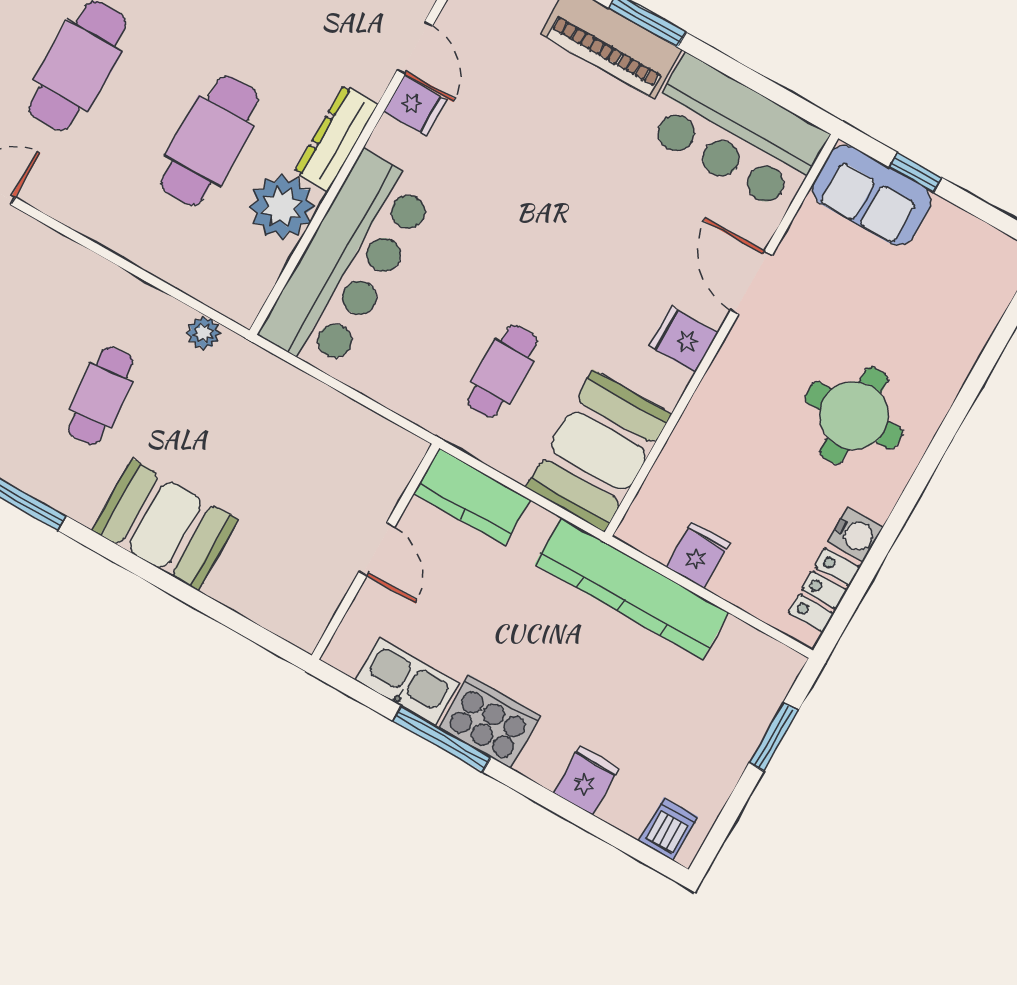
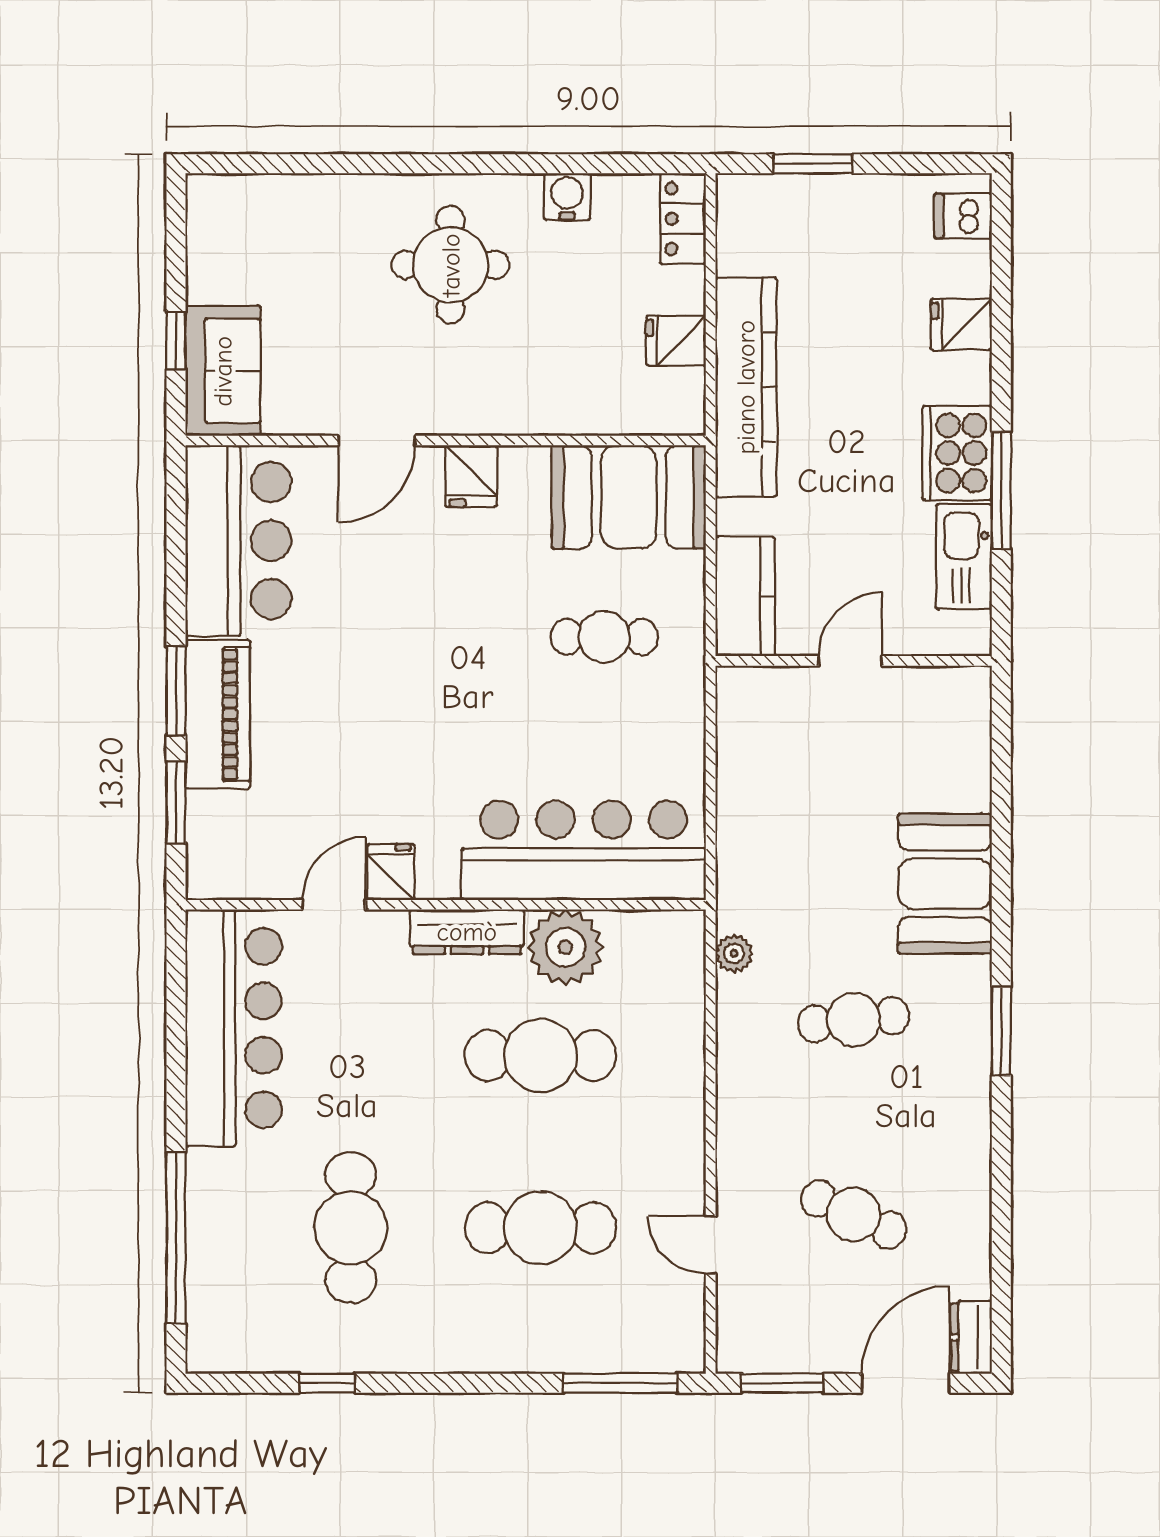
locker: (824, 590) -> (683, 219), moved, turned 90

